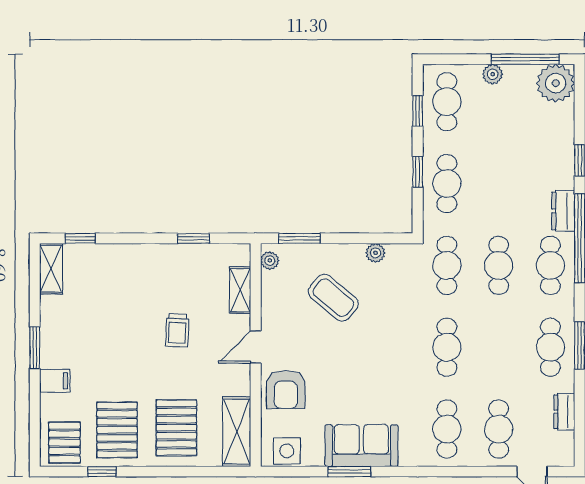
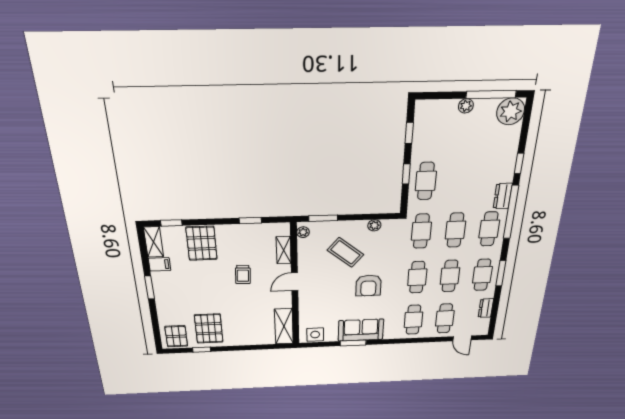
cafe table: (447, 102) -> (450, 276), moved
filing cabinet: (55, 381) -> (160, 264), moved
armchair: (286, 389) -> (369, 286), moved
pallet: (176, 428) -> (202, 243), moved

